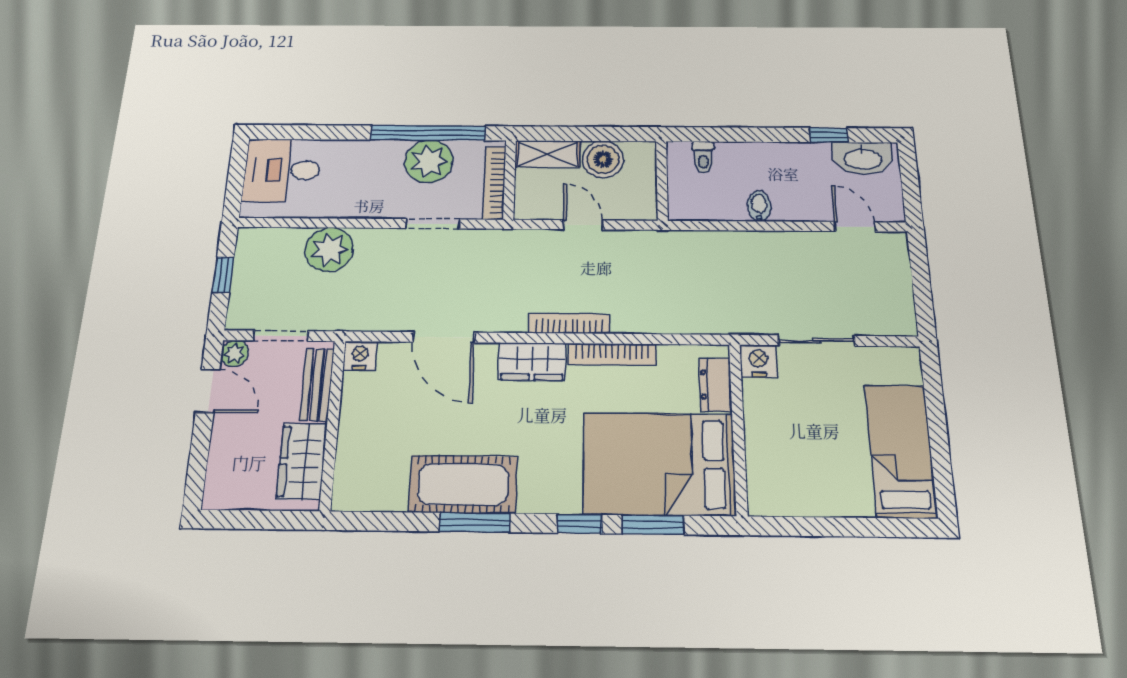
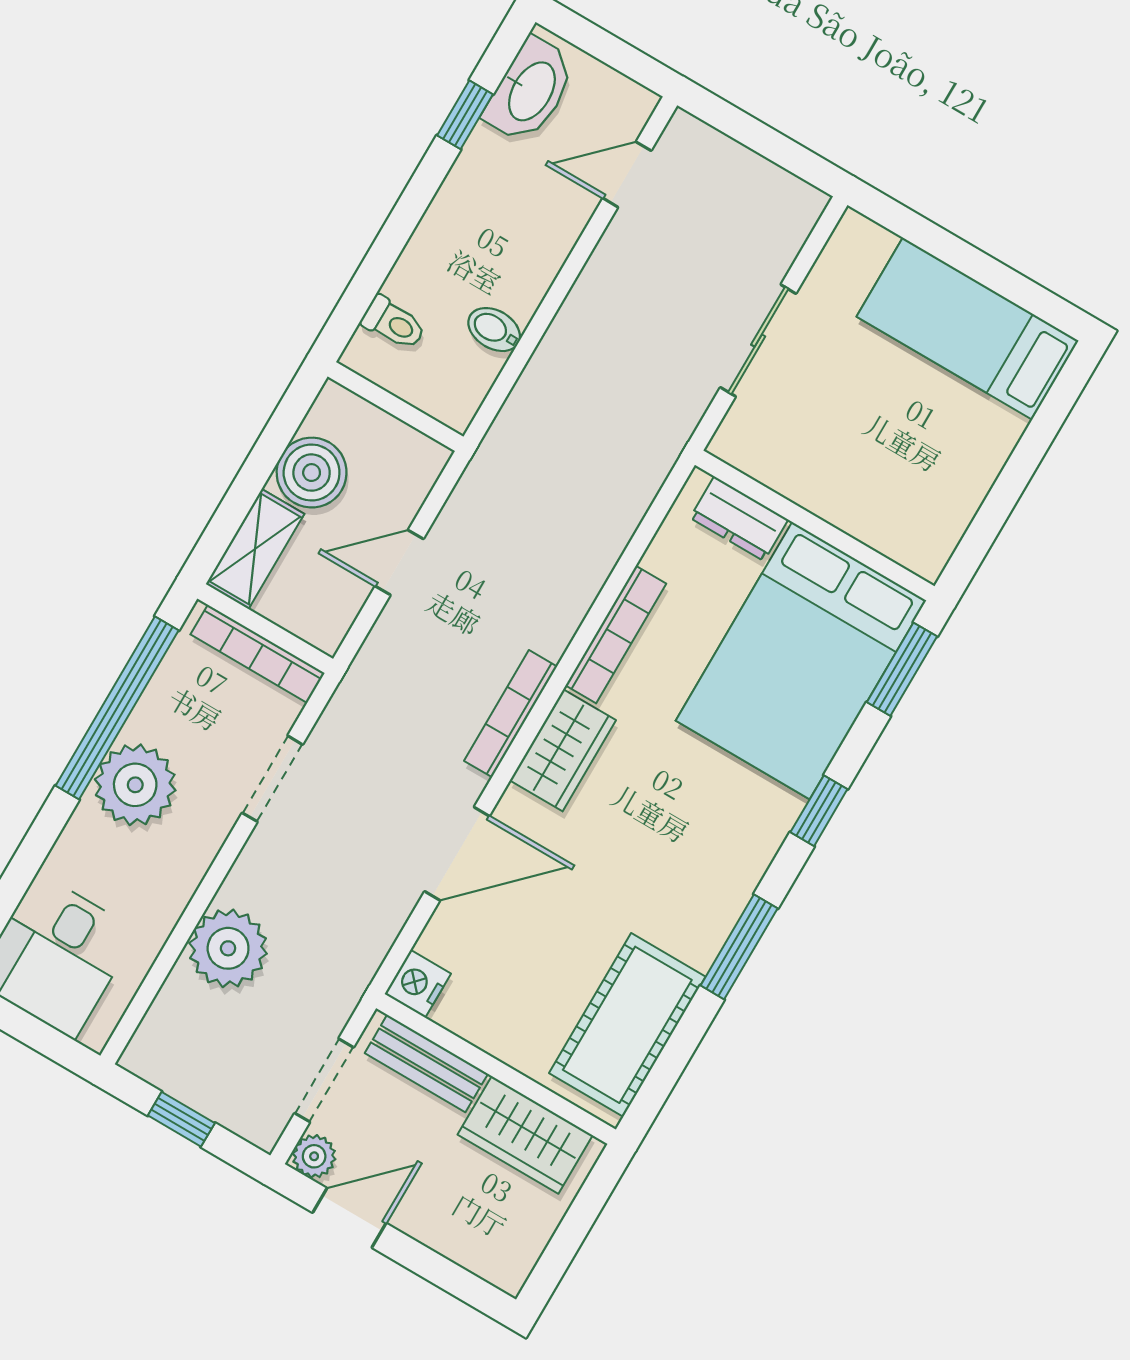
plant: (429, 161) -> (135, 785), moved
bidet: (759, 206) -> (494, 330), moved
bookcase: (569, 324) -> (511, 714), moved
nightstand: (758, 361) -> (740, 439), removed
cot: (463, 484) -> (627, 1025), moved
window: (653, 525) -> (902, 669), moved

